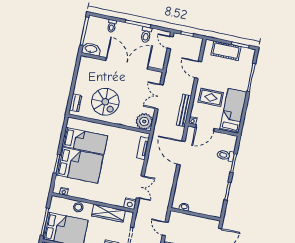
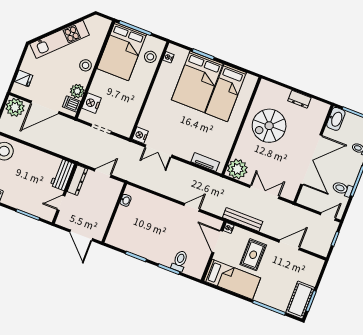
cot: (226, 51) -> (300, 300), moved
dresser: (76, 103) -> (299, 99), moved
door: (181, 153) -> (192, 207), width x0.53
stool: (78, 207) -> (150, 57), moved
wardrobe: (109, 213) -> (133, 107), removed

